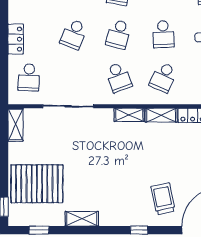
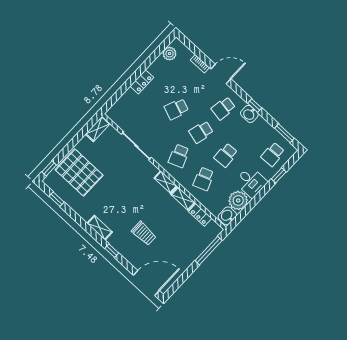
school desk: (29, 77) -> (129, 110), removed
school desk: (163, 77) -> (204, 179), turned -45
trolley: (163, 199) -> (144, 233), moved, turned 102
shelving: (82, 219) -> (100, 228), moved

